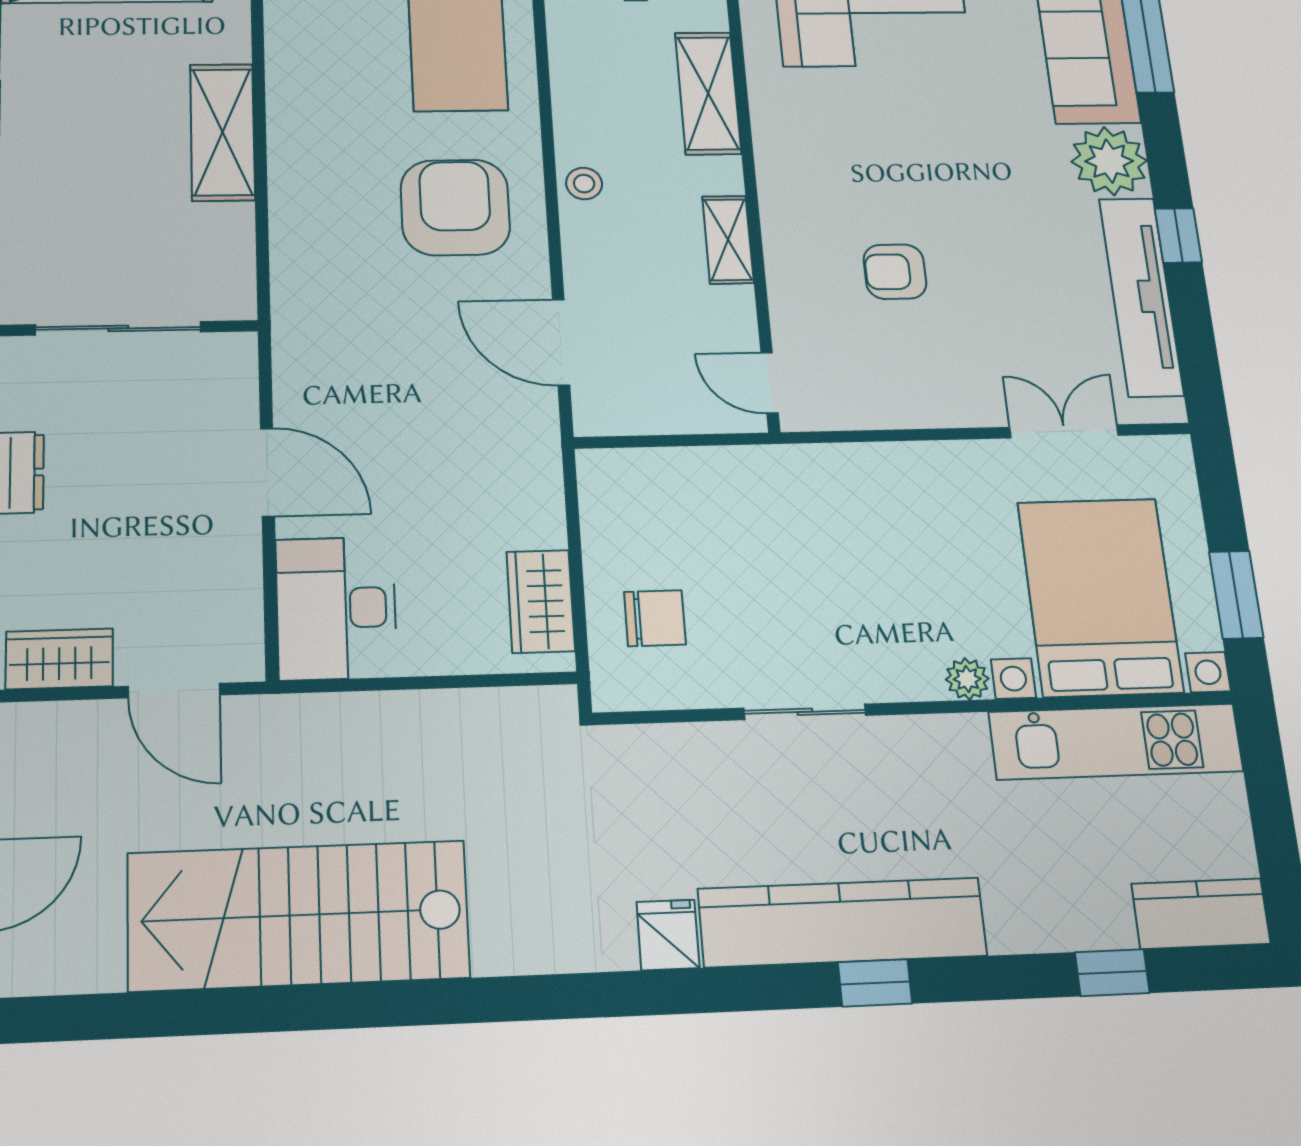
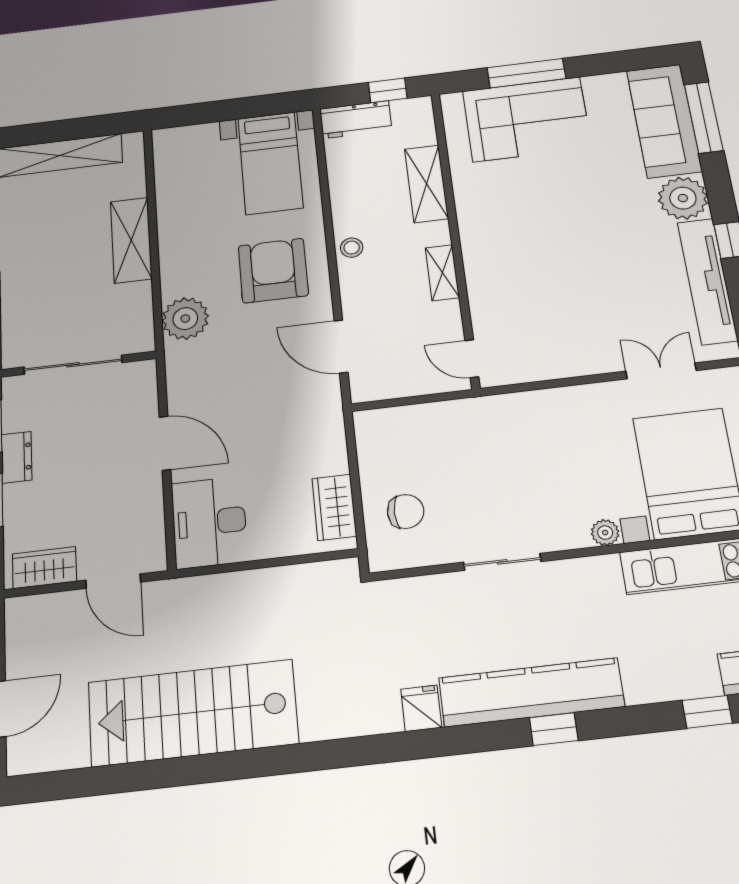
plant: (308, 271) -> (185, 319), added
armchair: (895, 272) -> (548, 282), removed

